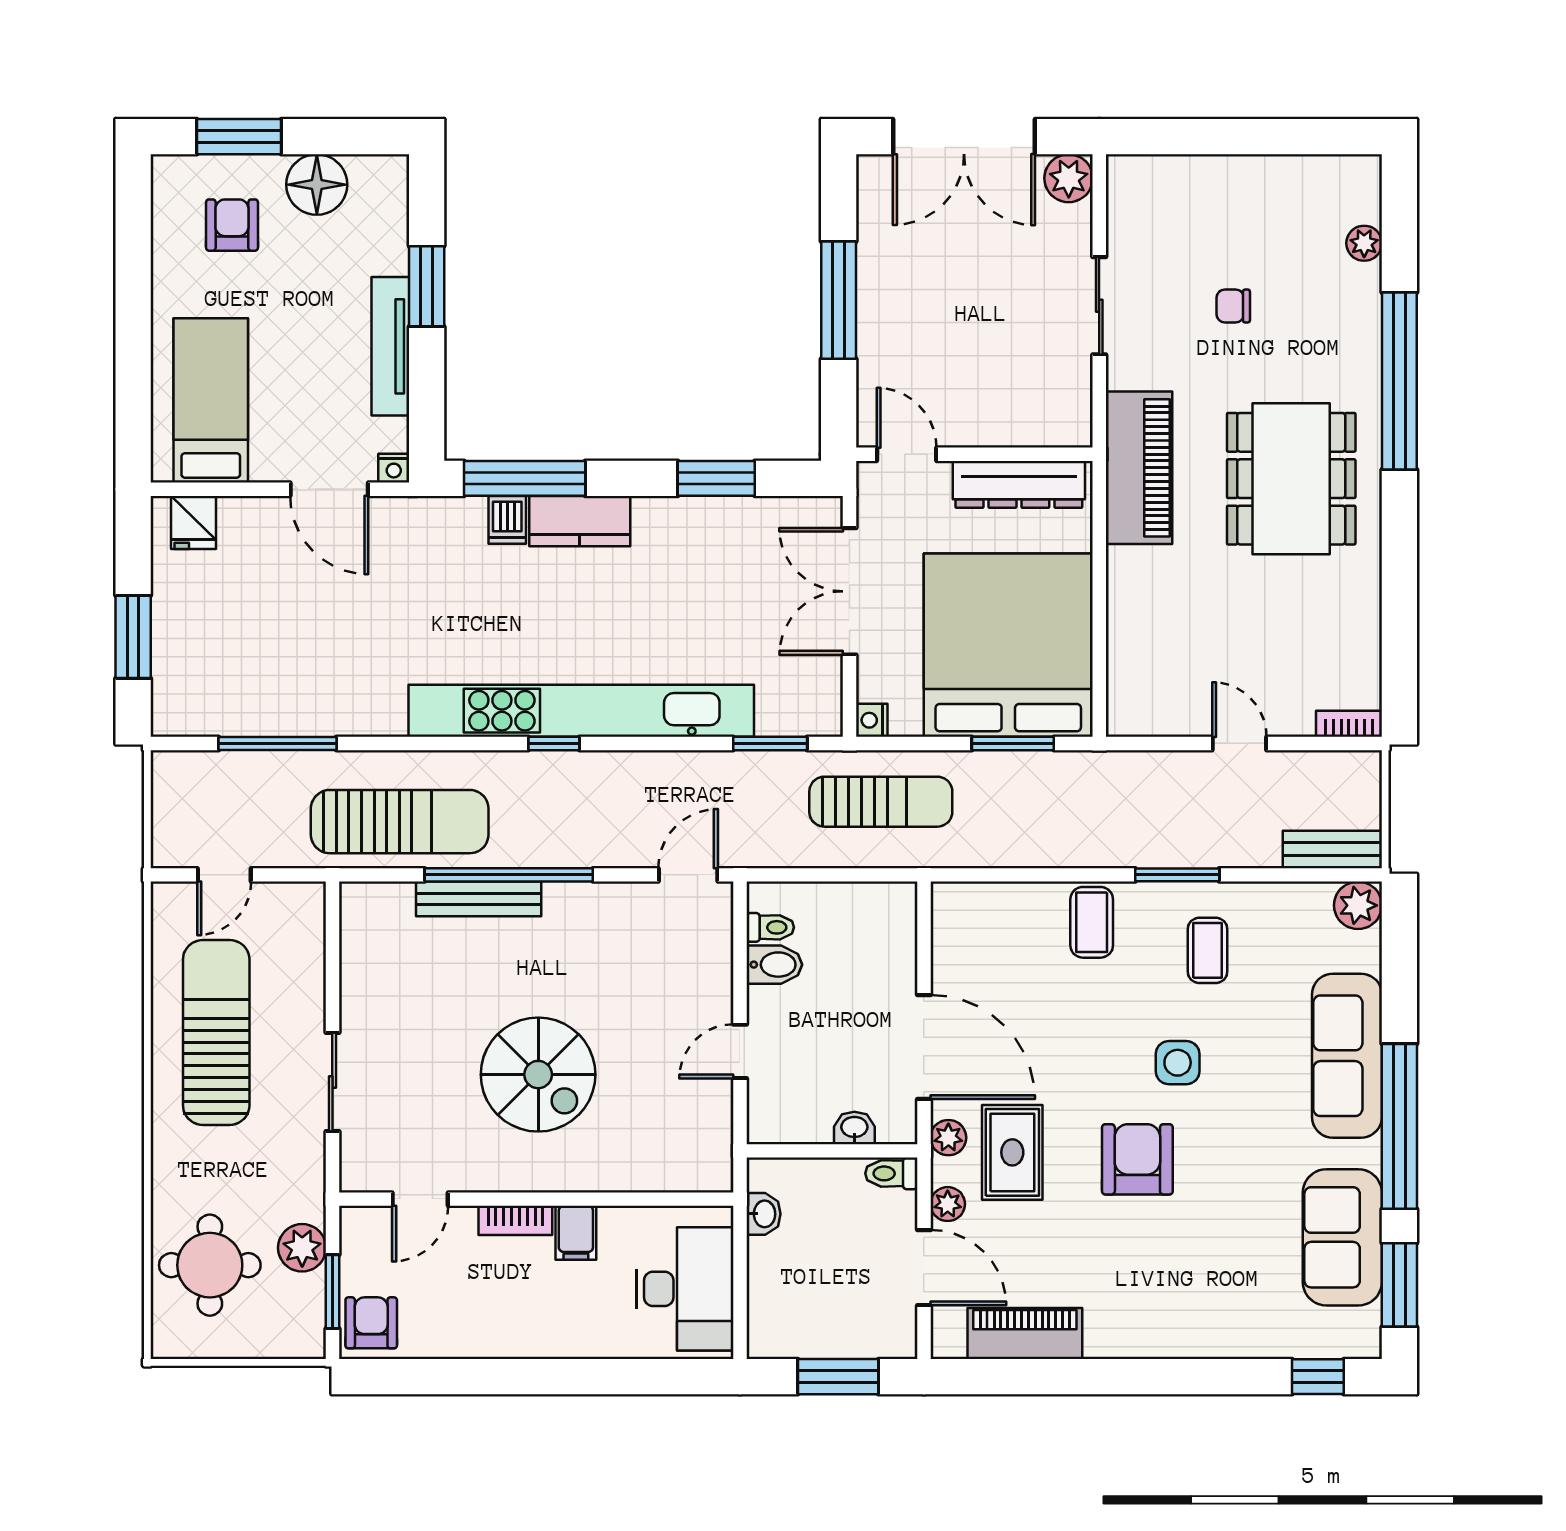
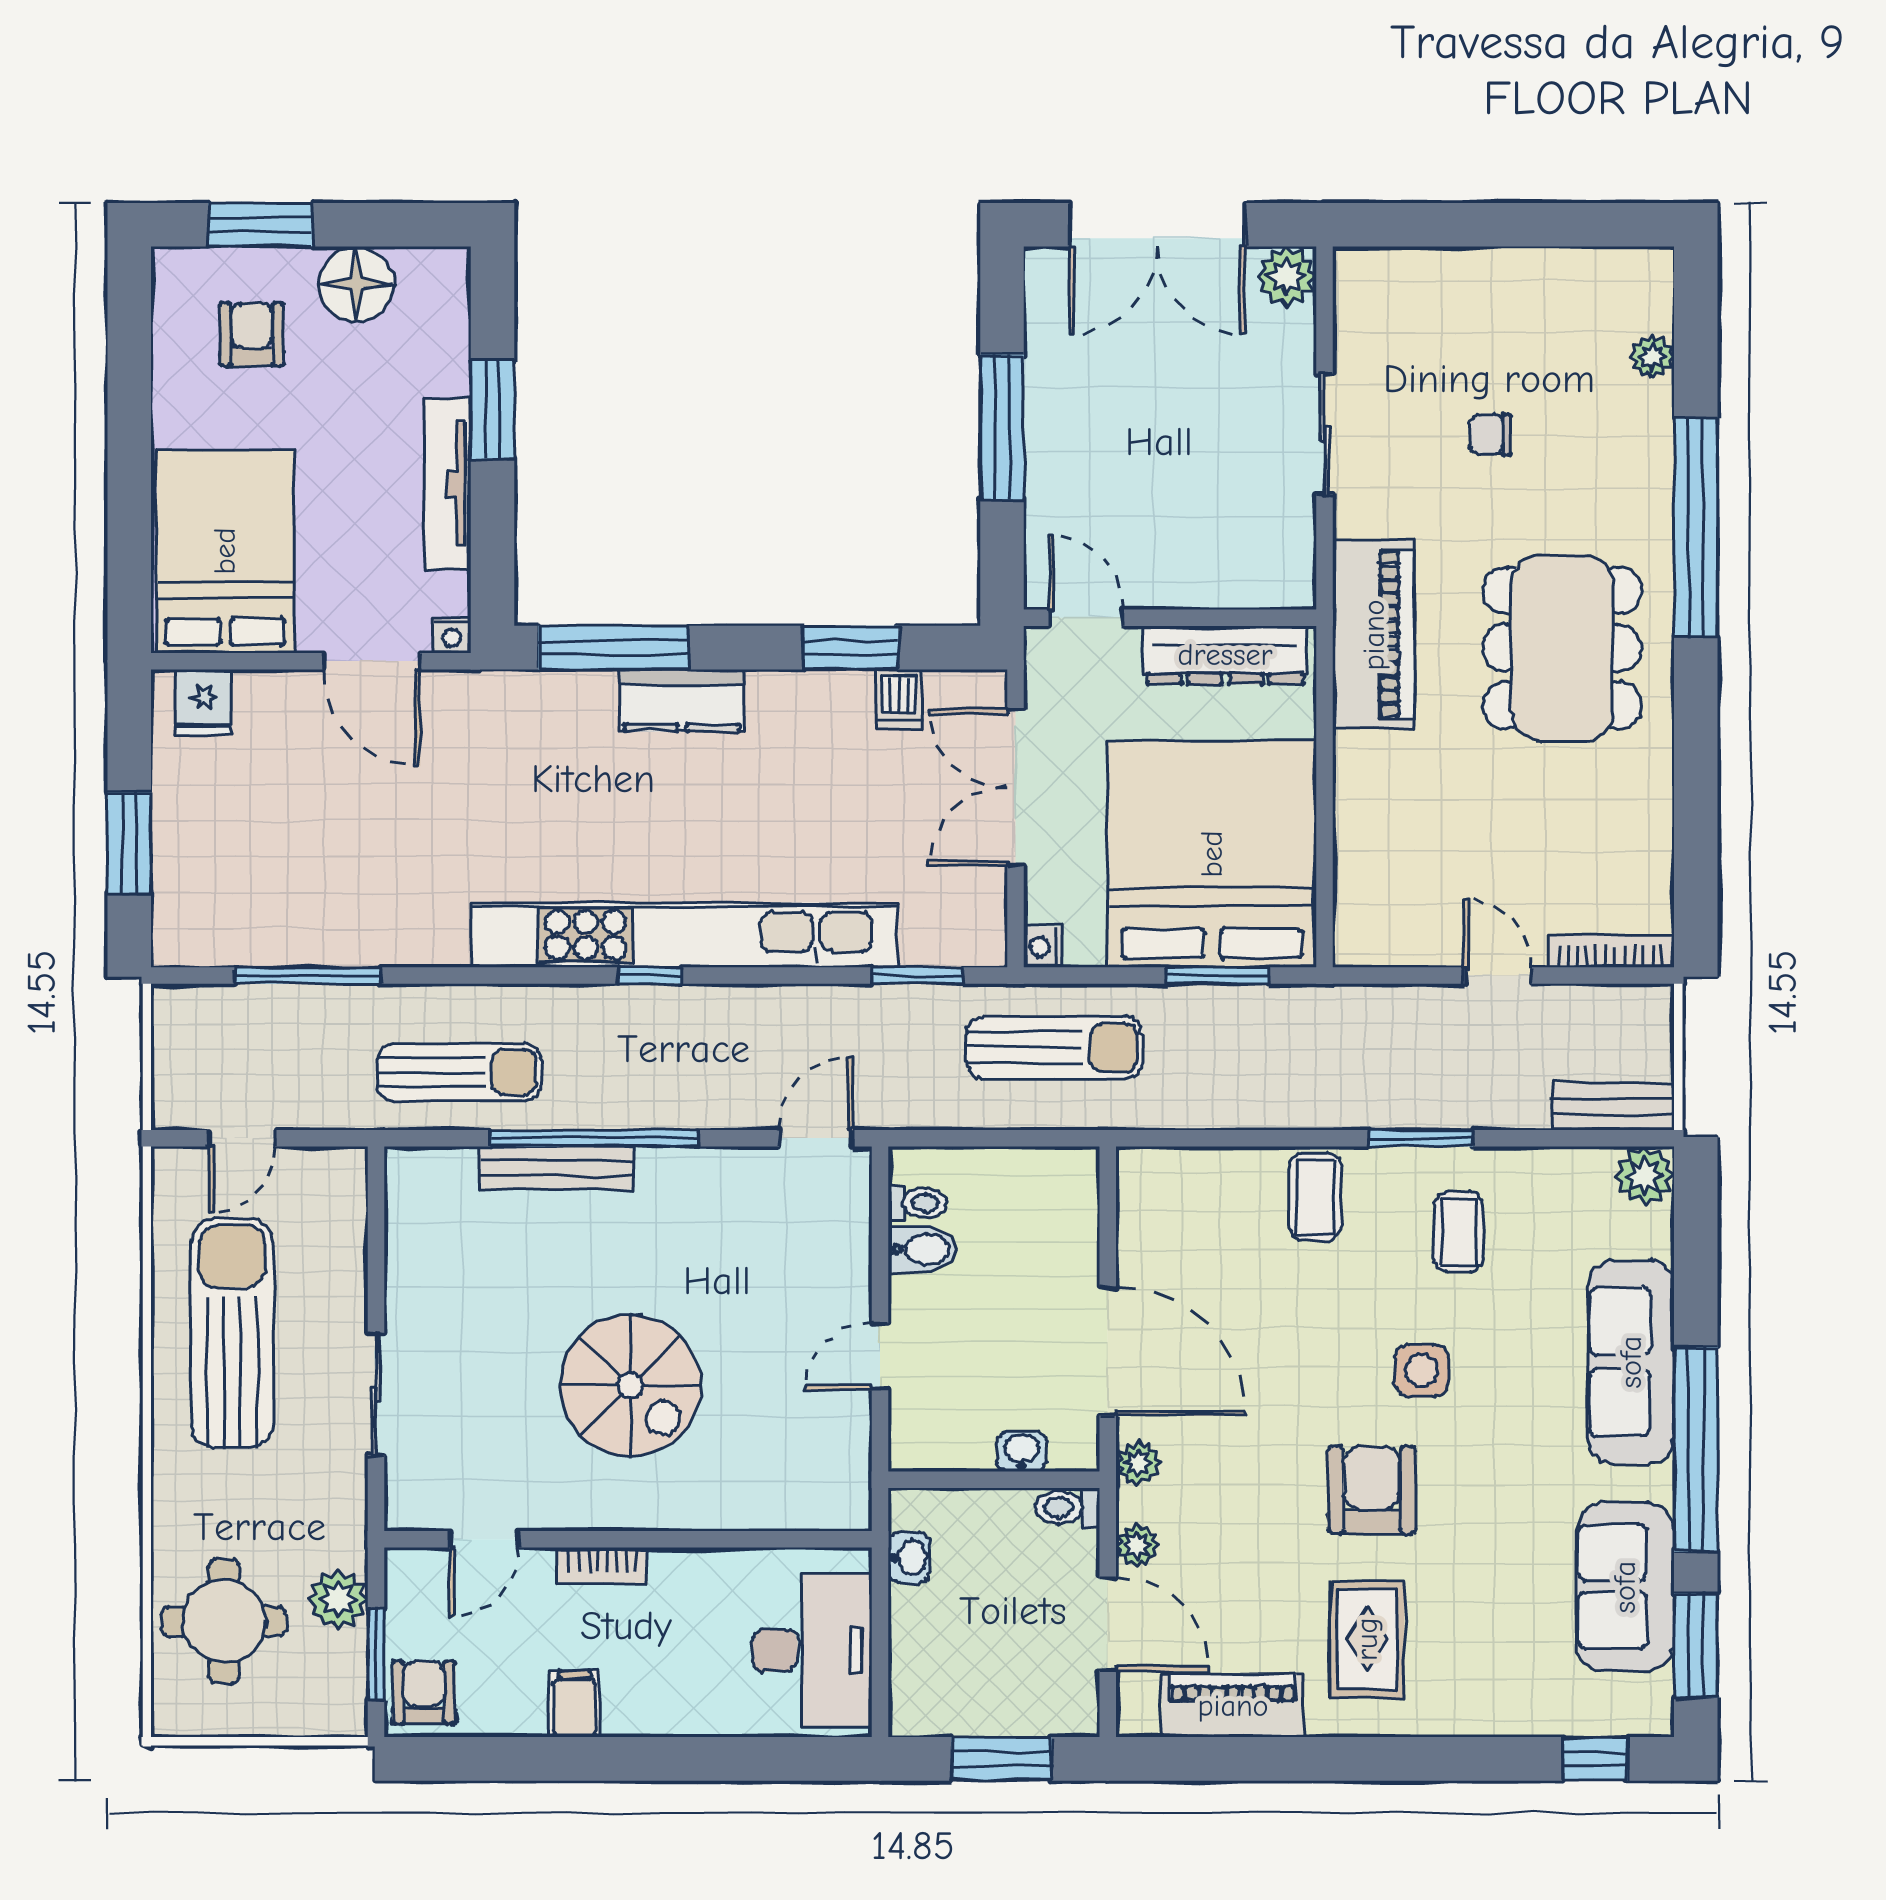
bed: (211, 400) -> (225, 551), width x1.50
dishwasher: (507, 520) -> (899, 699), moved
bookcase: (1349, 724) -> (1611, 951), width x1.56
sun lounger: (400, 822) -> (459, 1072), width x0.73, depth x0.75
rug: (1012, 1152) -> (1367, 1639), moved
filing cabinet: (576, 1233) -> (574, 1704), moved, turned 180

